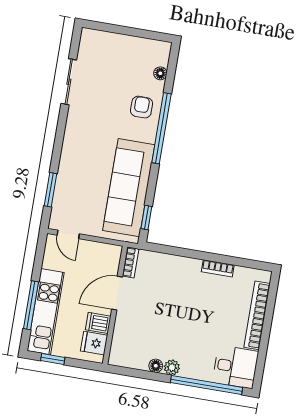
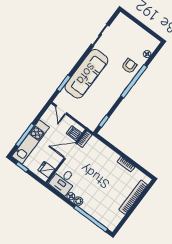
sofa: (129, 188) -> (86, 74), moved, turned 180
dishwasher: (98, 323) -> (74, 133), moved
desk: (235, 367) -> (63, 181), moved, turned 90

